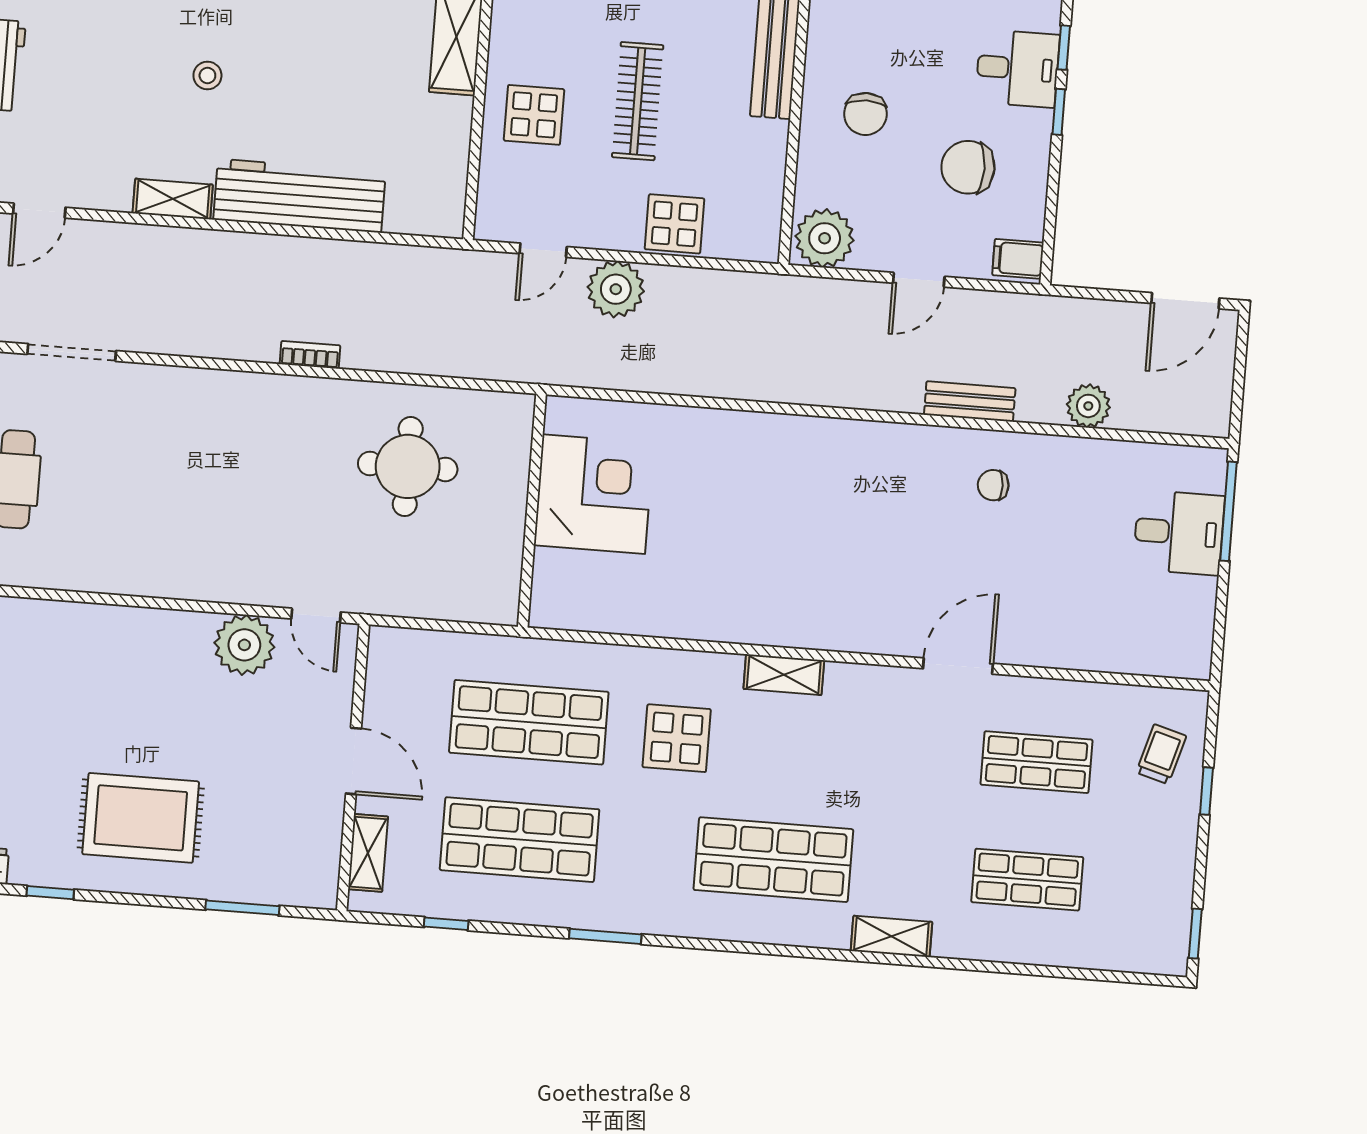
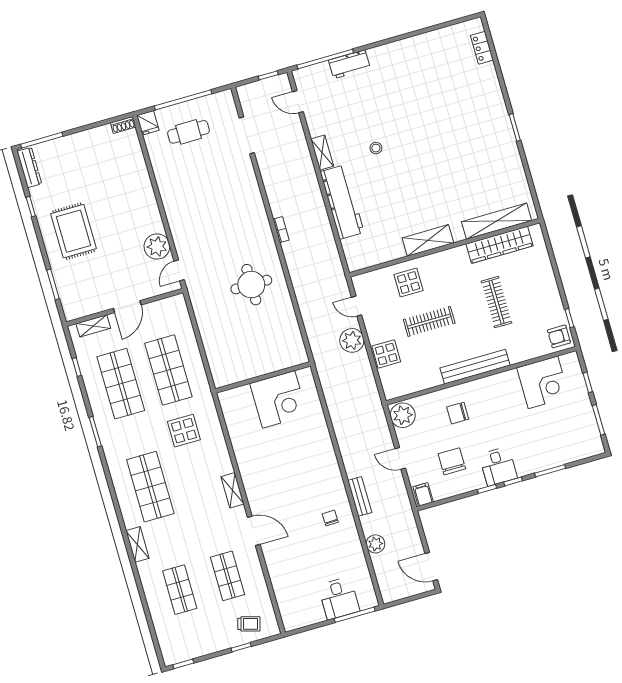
corner desk: (594, 494) -> (279, 399), moved
wall: (532, 511) -> (263, 377), moved
shelving: (784, 675) -> (232, 490), moved

